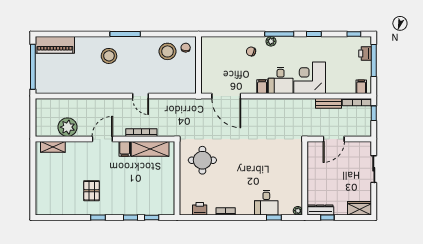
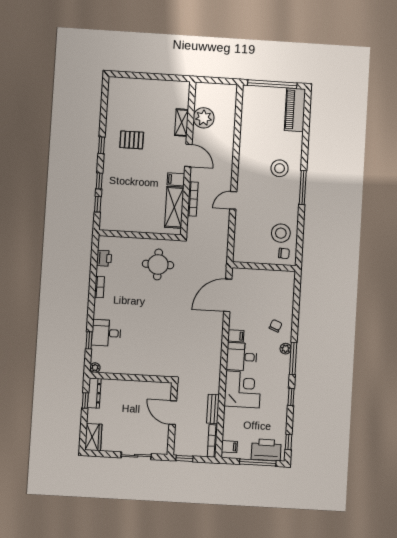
printer: (365, 54) -> (266, 450), width x1.87, depth x1.48
window: (374, 113) -> (185, 458), moved
shelving: (53, 147) -> (182, 123), moved

